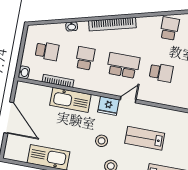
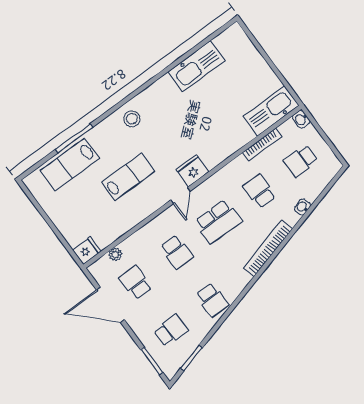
school desk: (85, 58) -> (259, 191), turned 180
school desk: (161, 73) -> (177, 252), turned -90
kitchen sink: (70, 100) -> (271, 111), moved
door: (9, 118) -> (271, 64), removed
stool: (102, 141) -> (165, 133), removed

